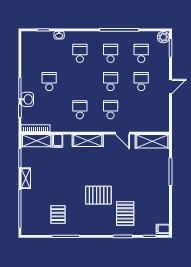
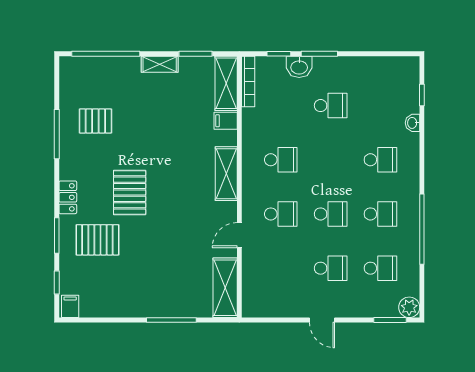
locker: (101, 230) -> (68, 197), added

